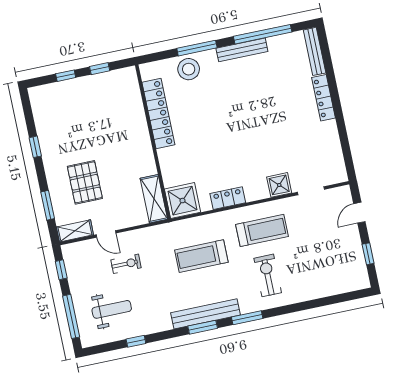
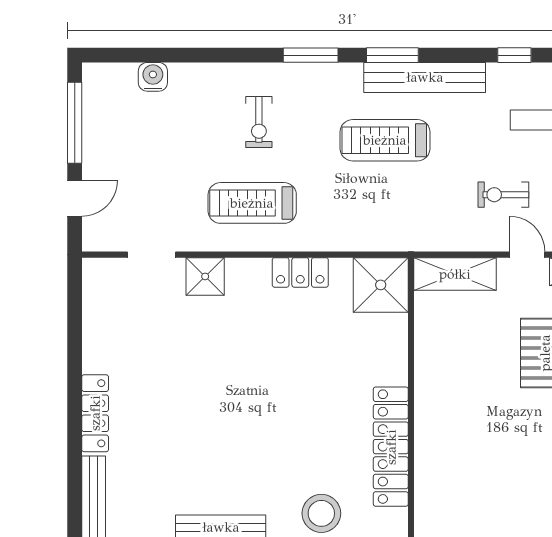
shelving: (154, 199) -> (455, 274), moved, turned 90
window: (368, 254) -> (75, 123), width x2.17
treadmill: (201, 256) -> (385, 140), moved, turned 180
exercise bike: (268, 275) -> (259, 122), width x0.73, depth x0.72
water cooler: (331, 288) -> (153, 77), added
bench: (205, 314) -> (425, 77), moved

